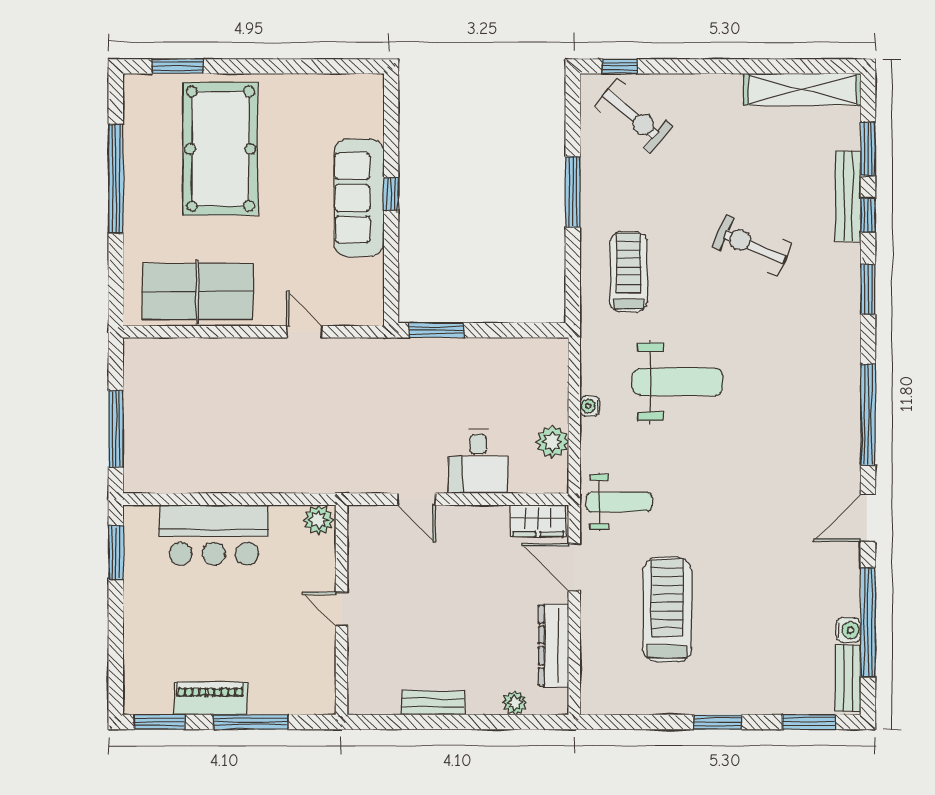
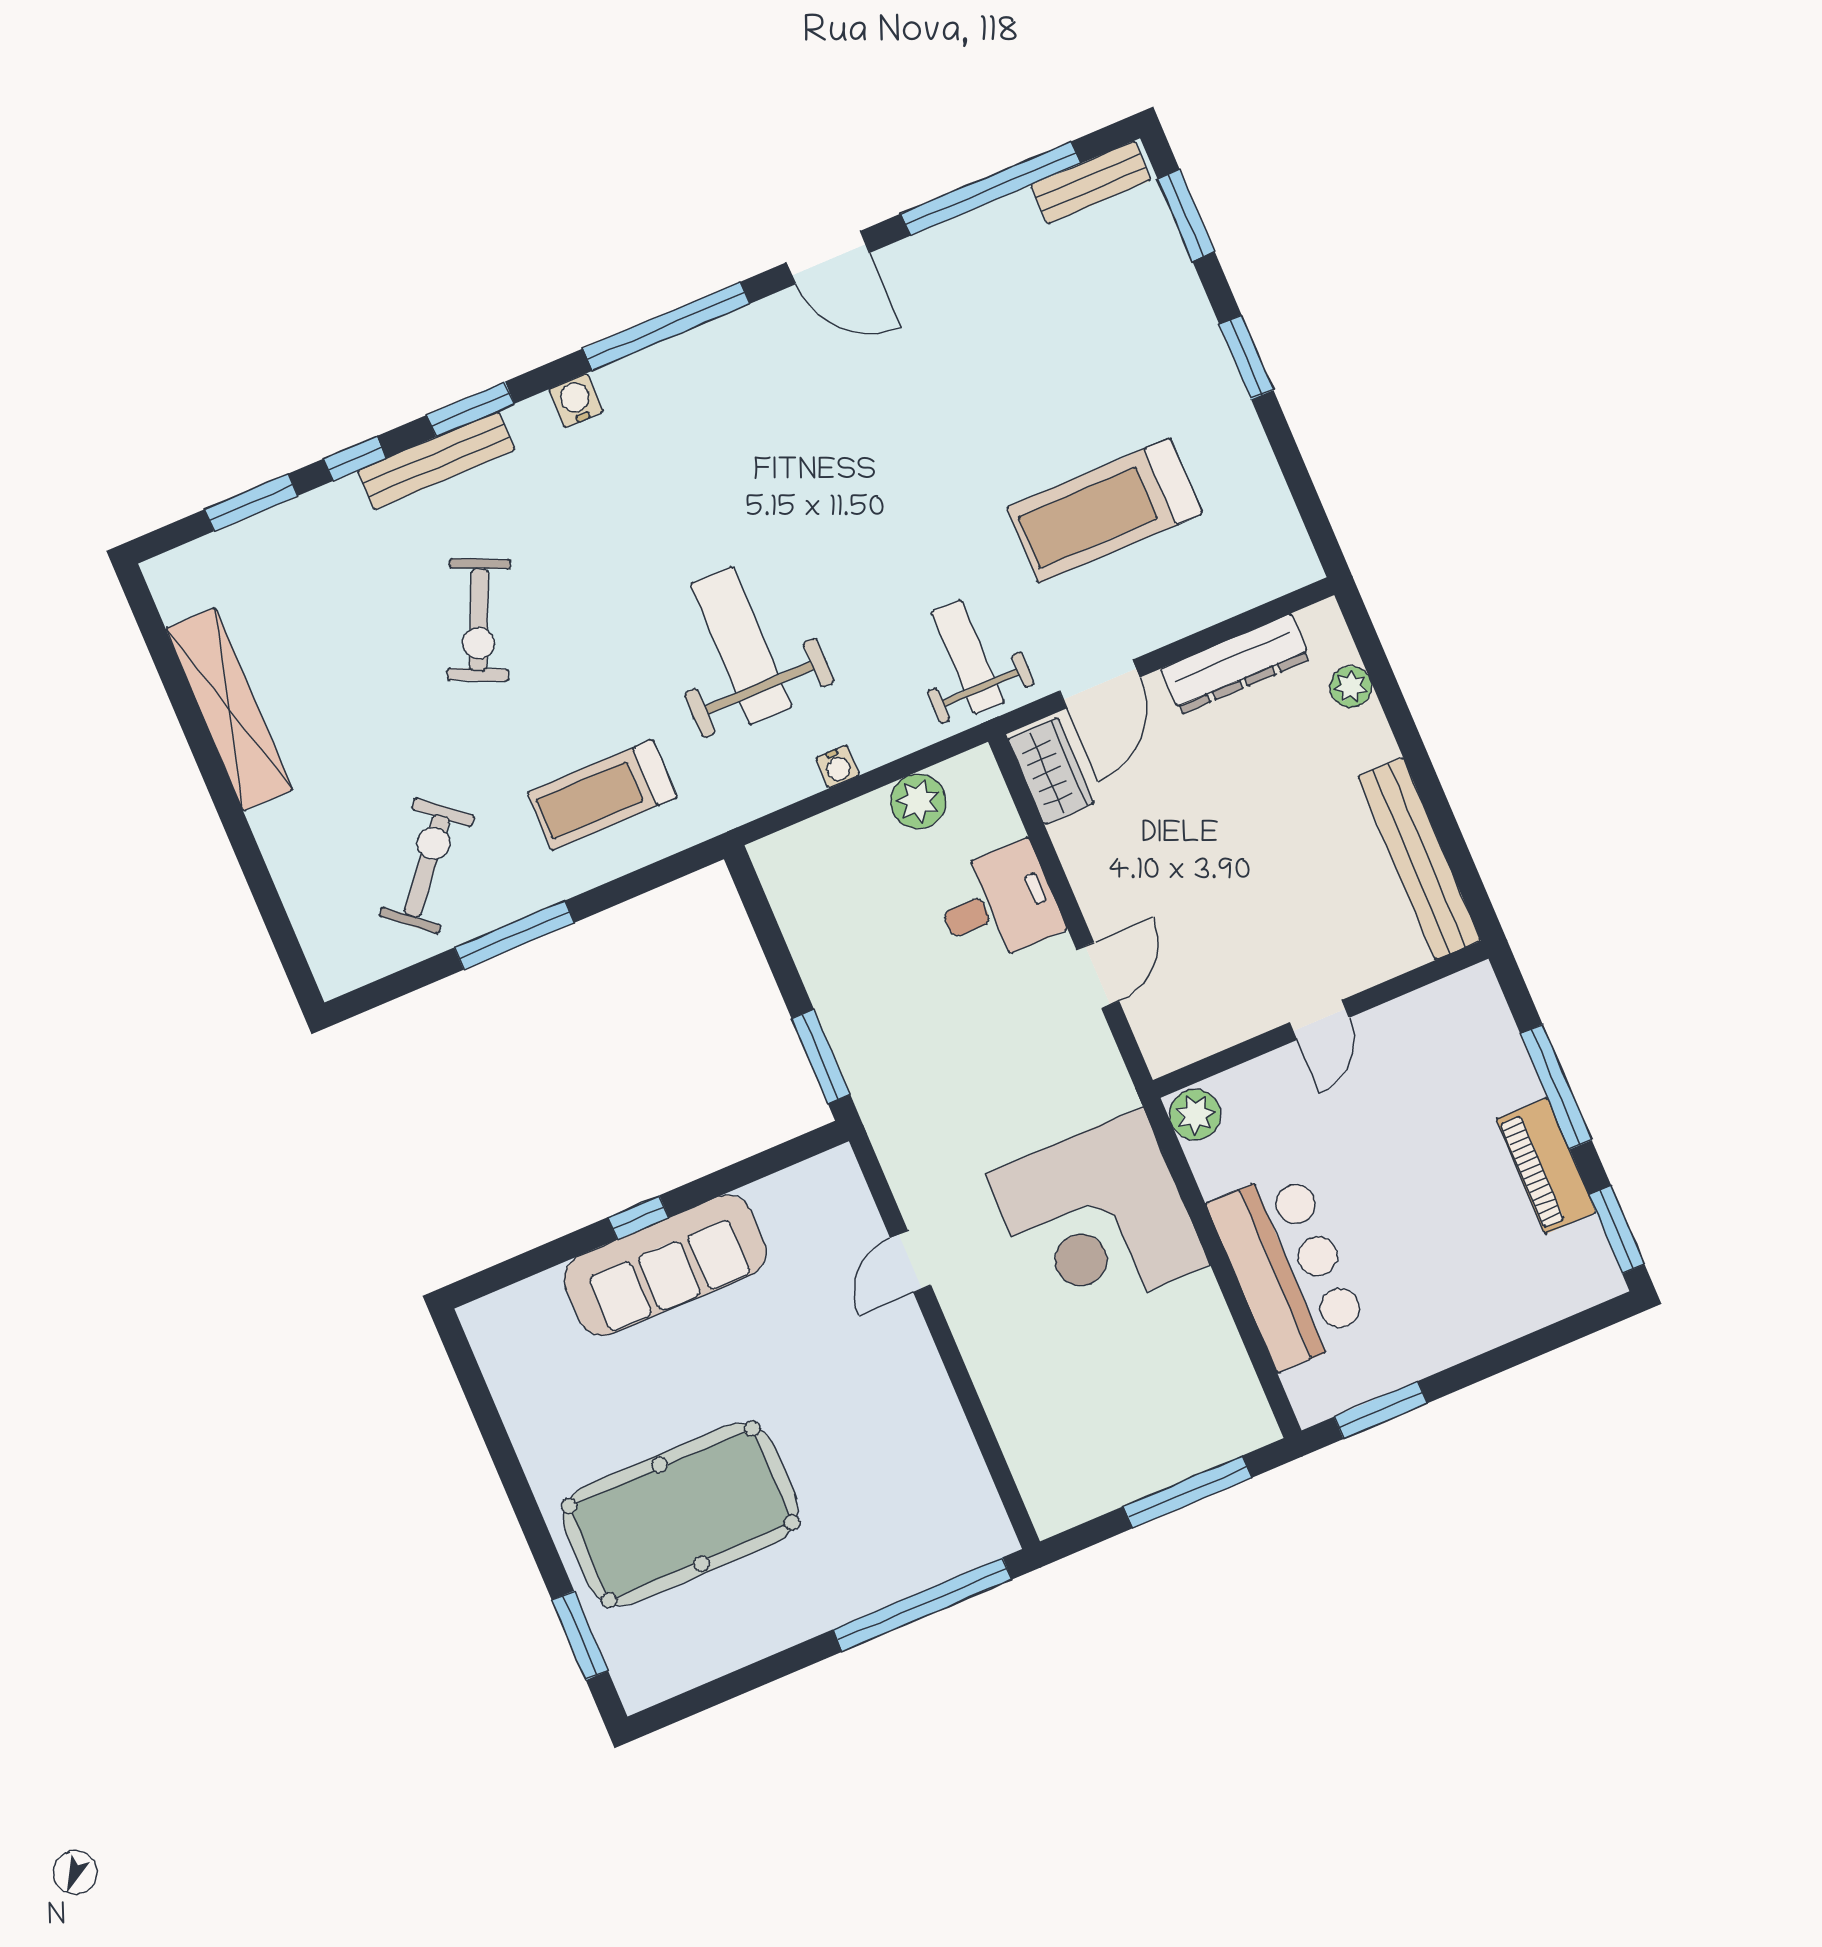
window: (620, 66) -> (287, 945), removed
shelving: (802, 89) -> (229, 709), moved
exercise bike: (633, 116) -> (427, 866), moved
window: (116, 179) -> (922, 1605), moved
bench: (848, 196) -> (436, 460), moved
table tennis table: (197, 291) -> (918, 1456), removed
corner desk: (284, 443) -> (1098, 1219), added
water cooler: (848, 630) -> (576, 401), moved
bench: (433, 703) -> (1419, 859), width x1.86, depth x1.21

